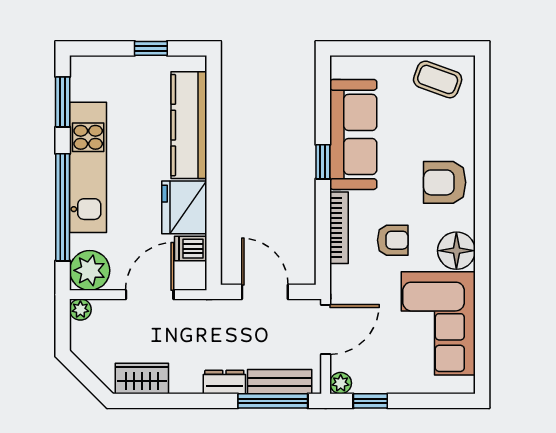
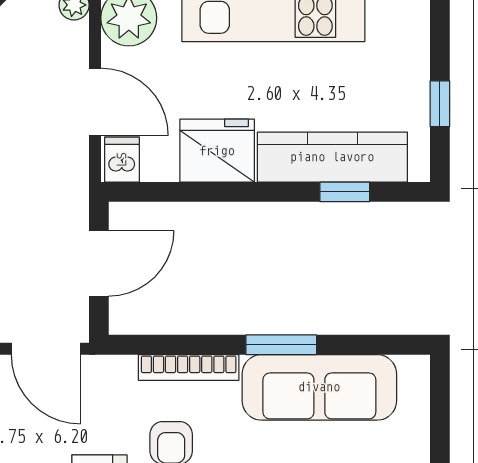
window: (214, 116) -> (345, 192), added
window: (323, 162) -> (281, 345), width x1.50
dishwasher: (191, 249) -> (122, 160), moved

